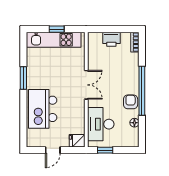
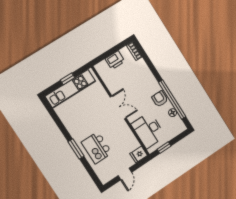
window: (23, 78) -> (76, 149), moved
window: (142, 91) -> (172, 100), moved
kitchen island: (43, 109) -> (97, 148), width x0.73, depth x0.78

